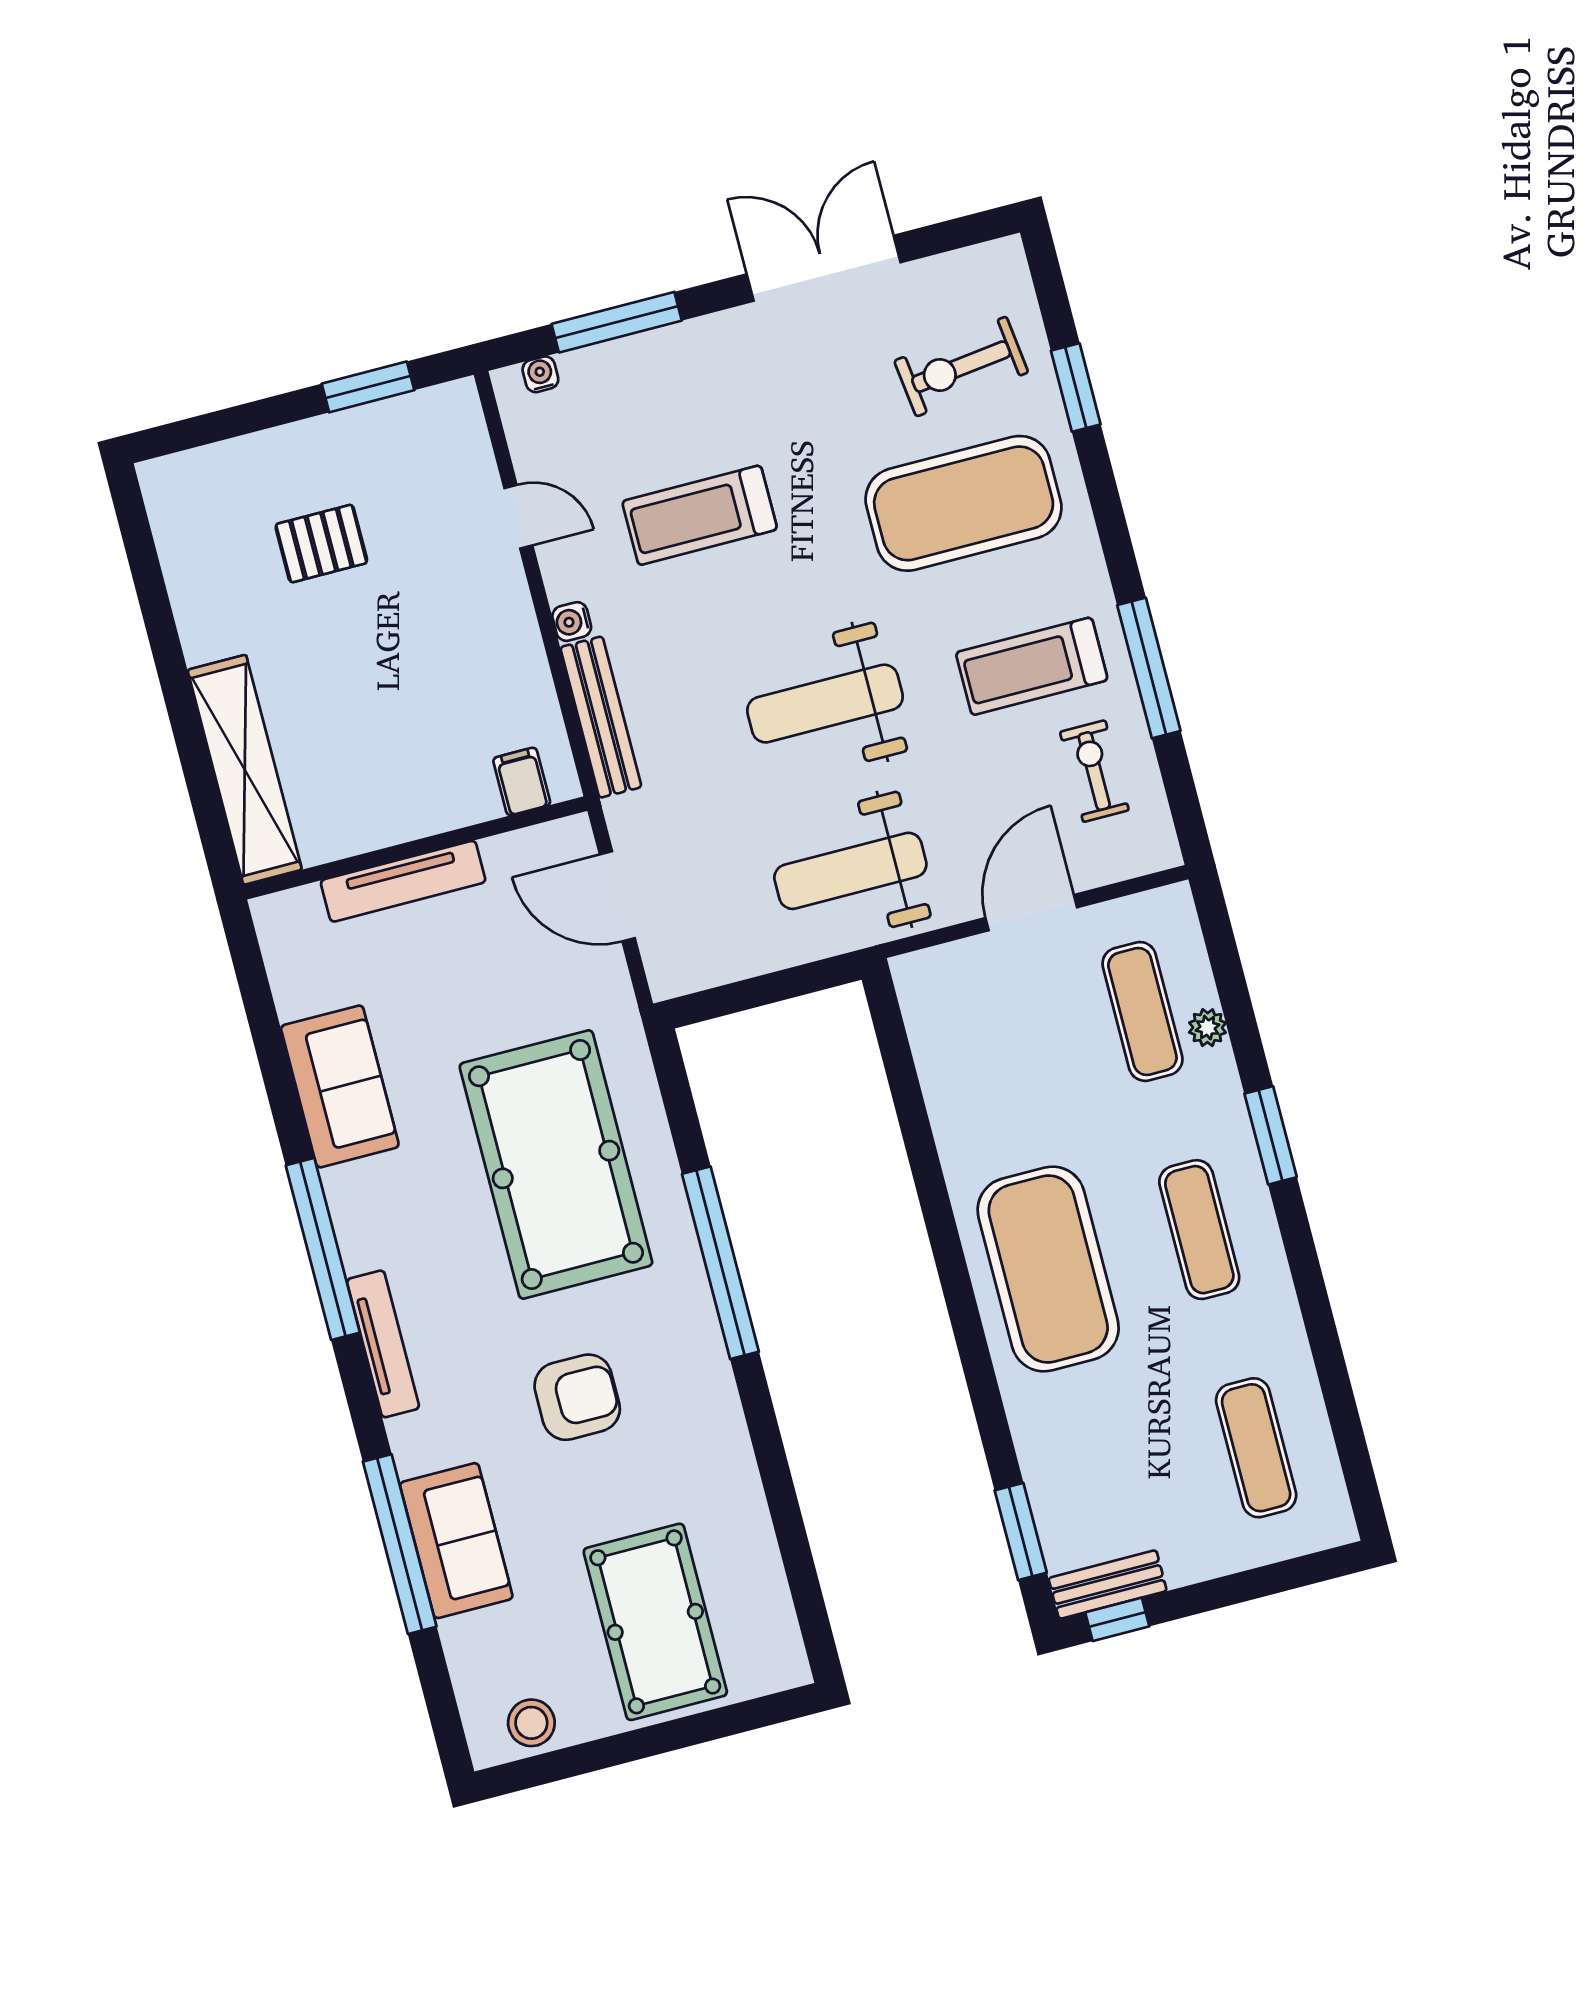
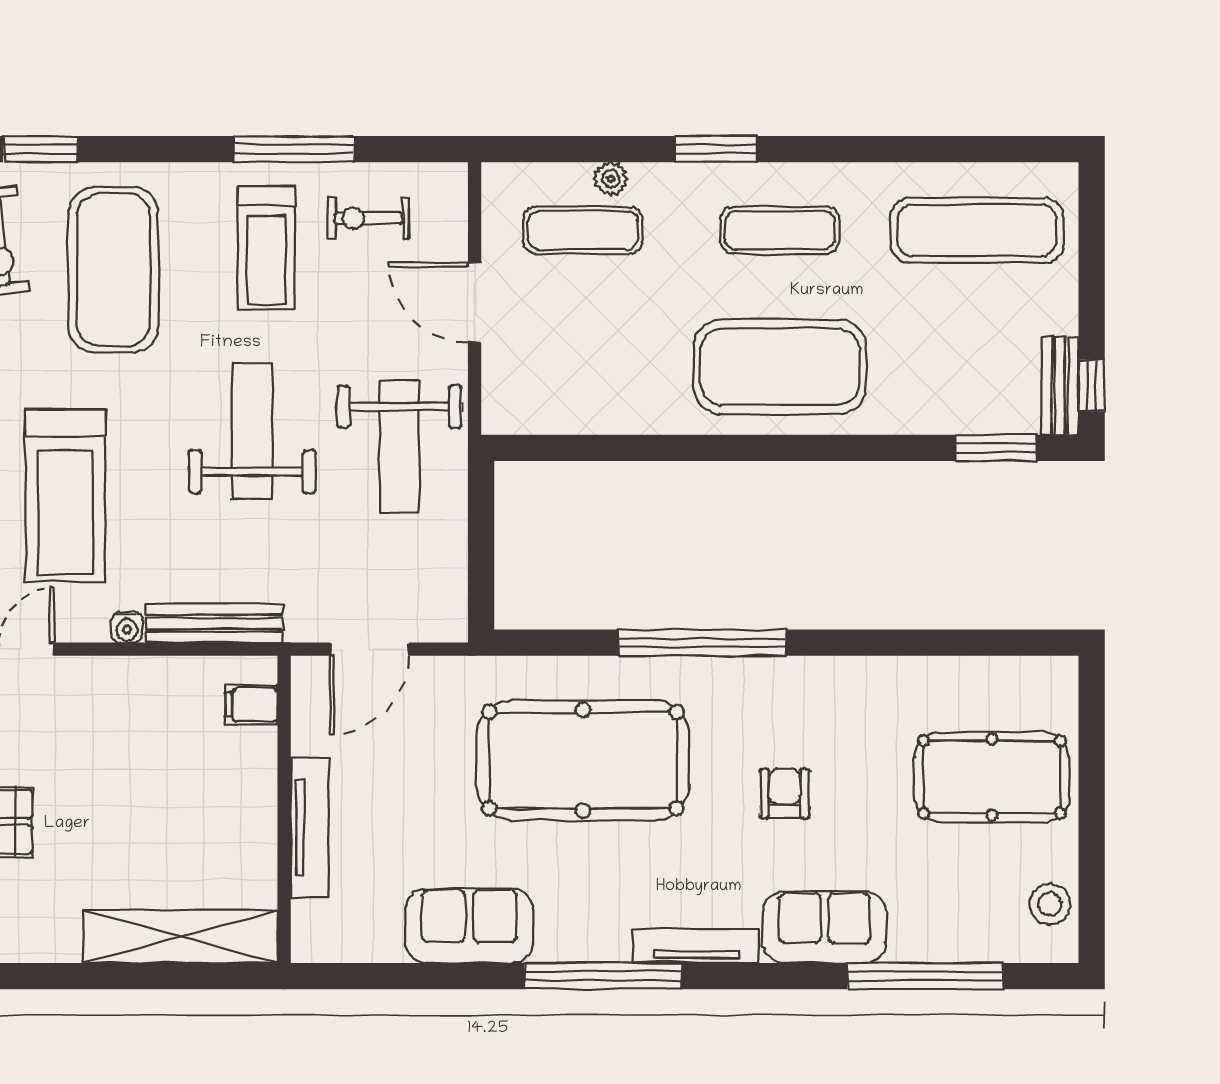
treadmill: (700, 515) -> (65, 496), width x1.37, depth x1.38
weight bench: (825, 704) -> (252, 431), turned 180
armchair: (577, 1397) -> (785, 793), width x0.72, depth x0.72
exercise mat: (1256, 1448) -> (977, 230), width x1.36, depth x1.45
sofa: (456, 1541) -> (824, 927), moved
window: (400, 1544) -> (925, 976), moved

